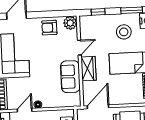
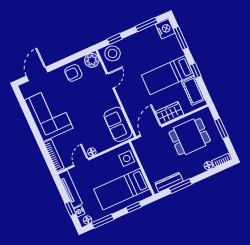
stool: (124, 32) -> (113, 53), moved
wardrobe: (89, 69) -> (169, 113), moved, turned -90
sofa: (70, 77) -> (118, 124), moved

